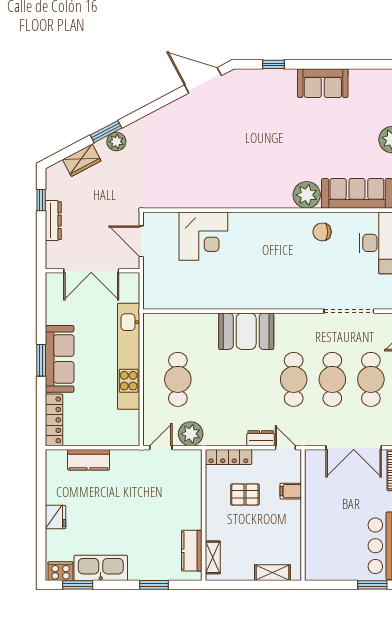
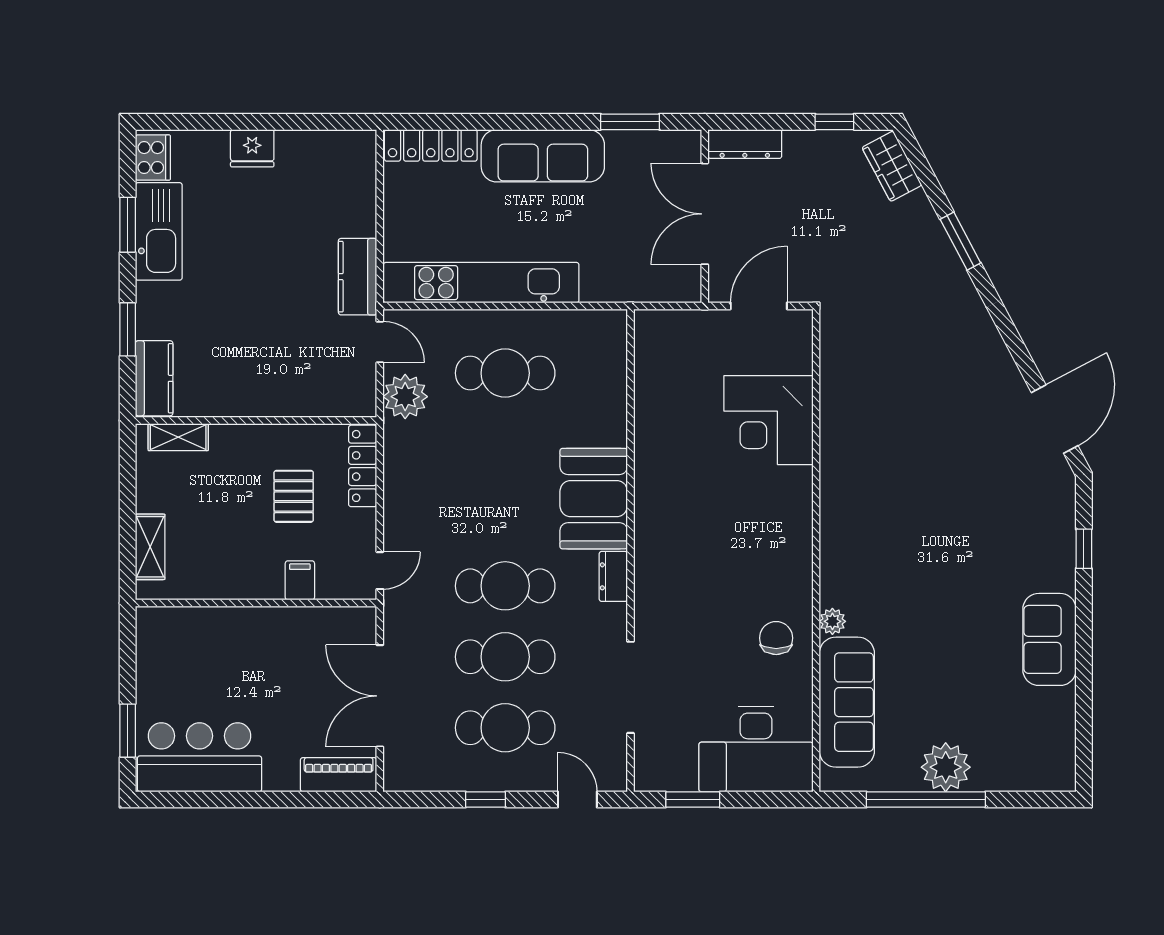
plant: (116, 142) -> (942, 260), removed
wardrobe: (82, 160) -> (892, 166), moved
plant: (307, 195) -> (832, 621), width x0.53, depth x0.53
dresser: (53, 221) -> (745, 144), moved
kitchen unit: (129, 356) -> (481, 283), moved
window: (41, 360) -> (630, 122), moved
dresser: (261, 438) -> (613, 576), moved, turned 180
kitchen counter: (89, 460) -> (358, 277), moved
kitchen counter: (192, 551) -> (154, 378), moved, turned 90
window: (78, 585) -> (128, 225), moved

